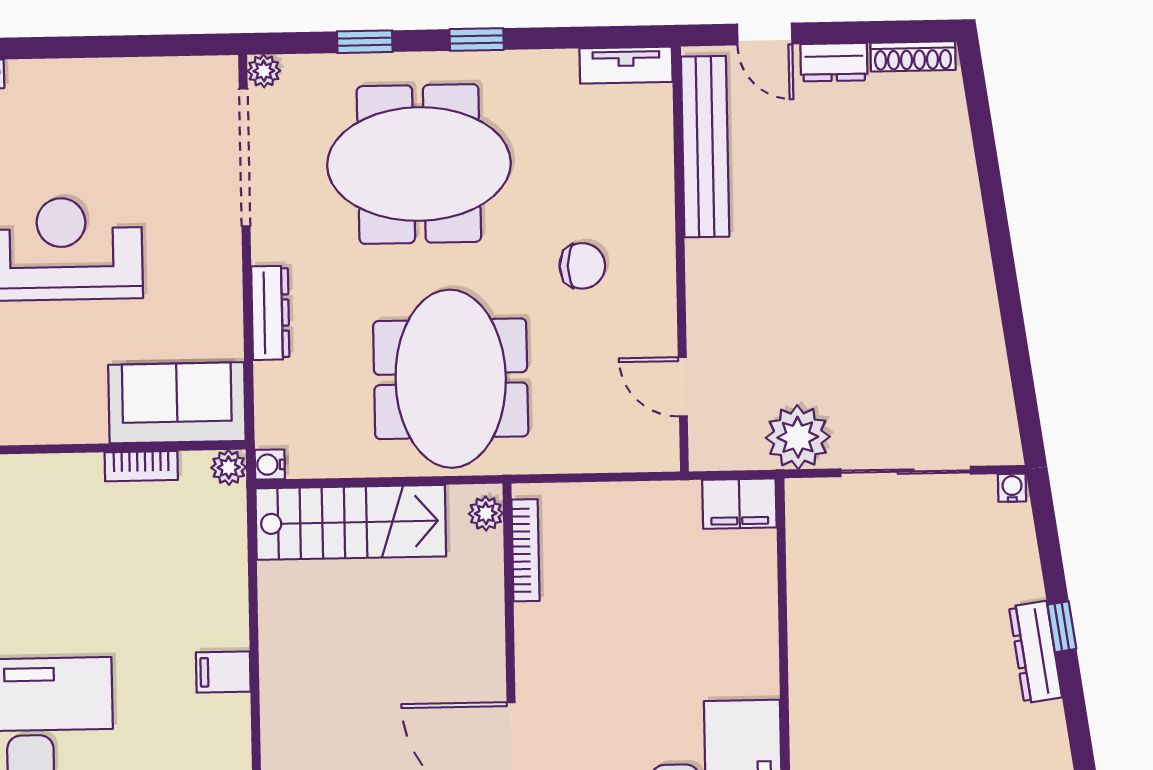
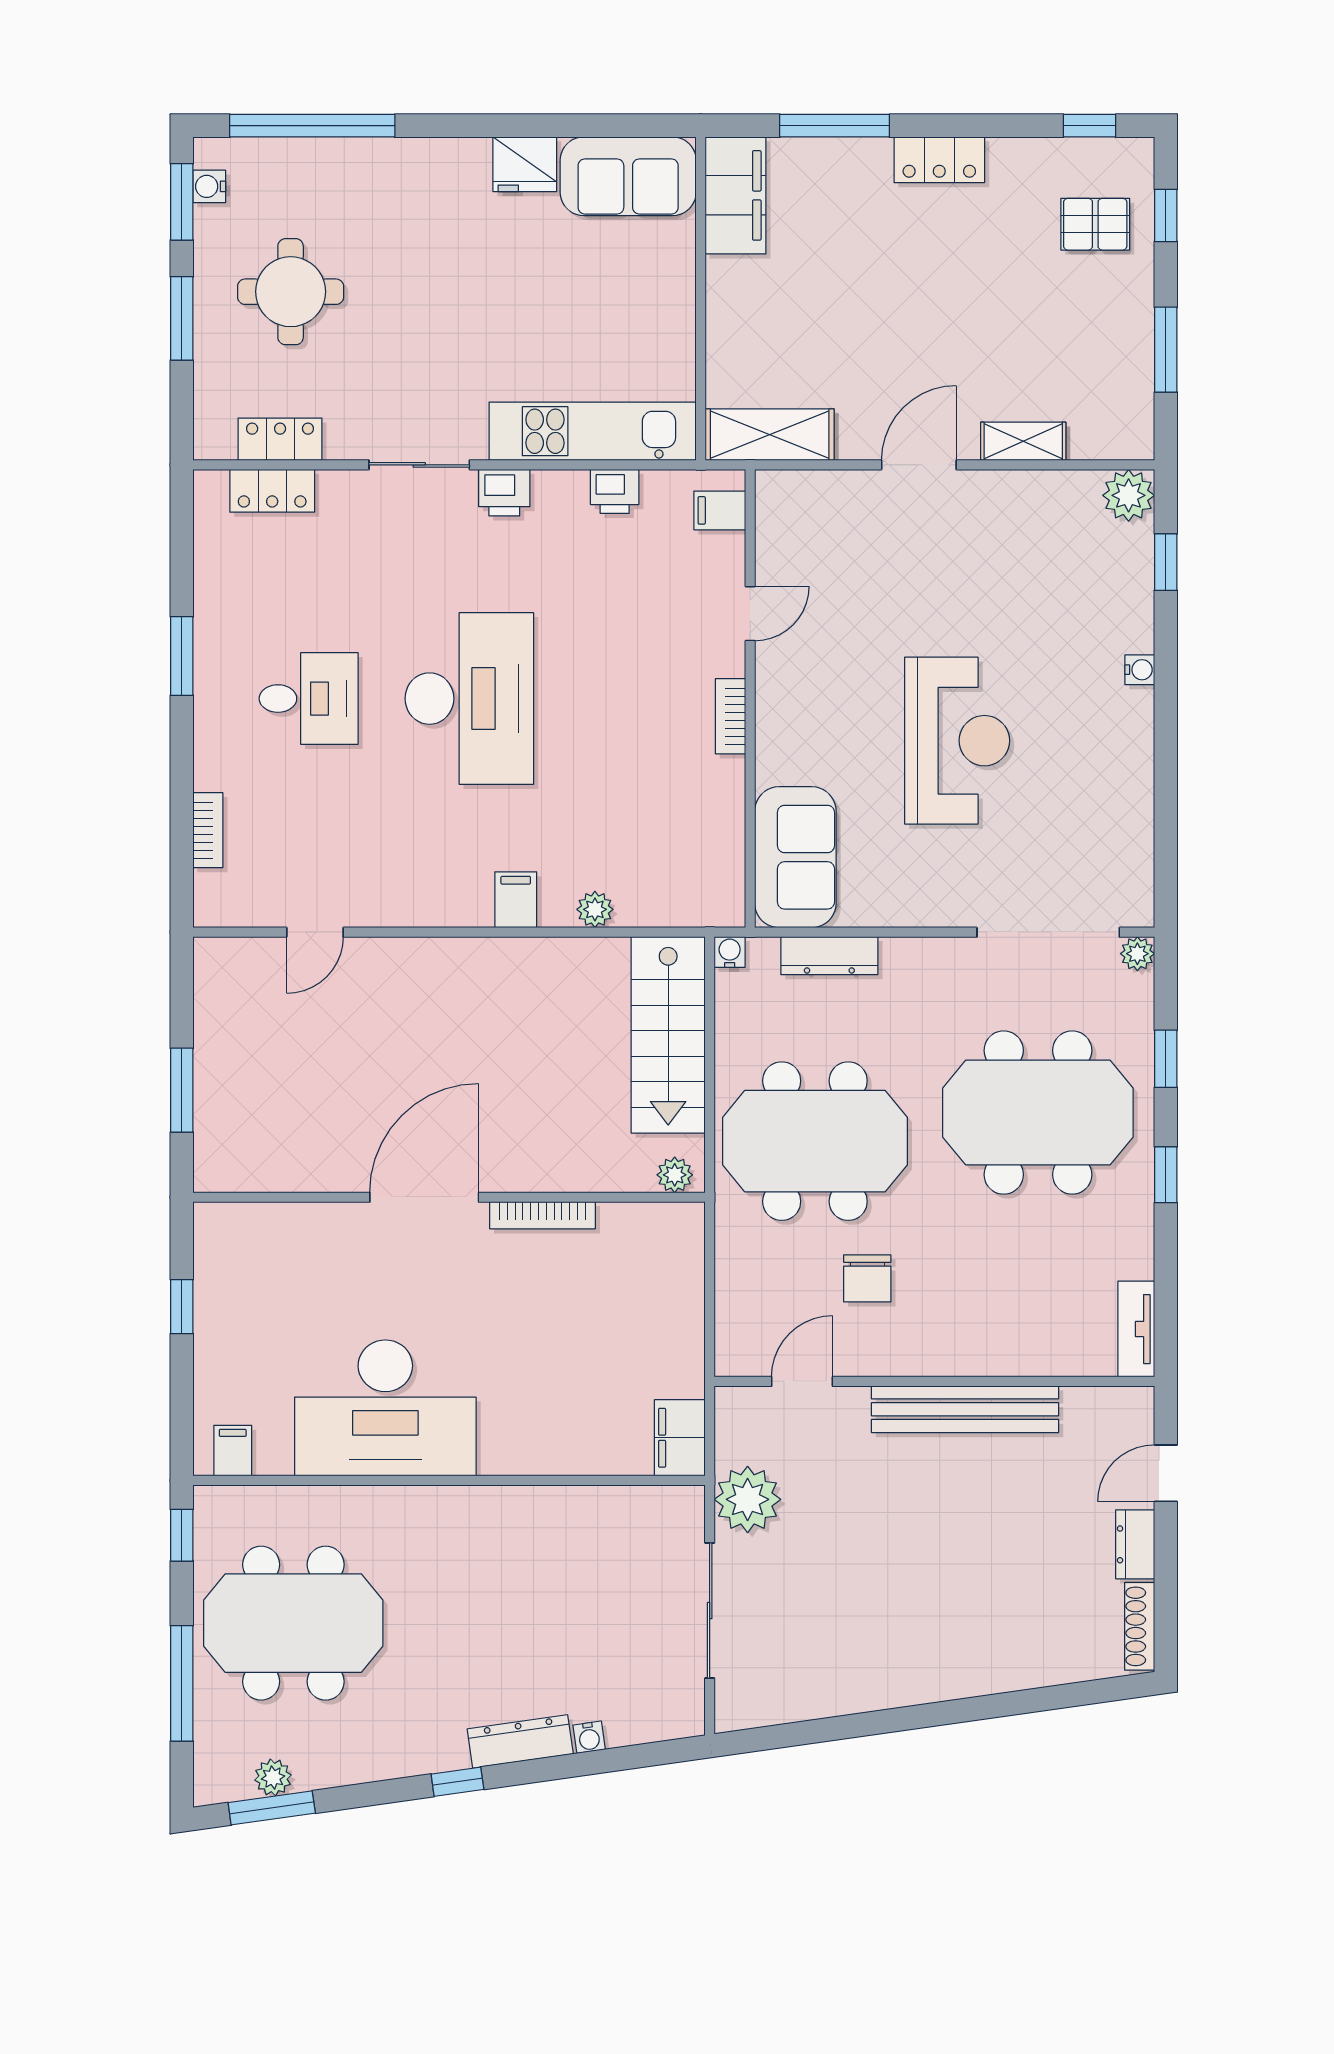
bench: (705, 147) -> (965, 1409), moved
meeting table: (419, 164) -> (1038, 1113), turned 90
chair: (582, 266) -> (867, 1278), moved
dresser: (270, 313) -> (829, 956), moved
bookcase: (141, 466) -> (731, 716), moved
plant: (229, 467) -> (595, 909), moved
water cooler: (1012, 488) -> (589, 1737), moved, turned 82
bookcase: (526, 550) -> (542, 1215), moved
window: (1062, 627) -> (457, 1782), moved

